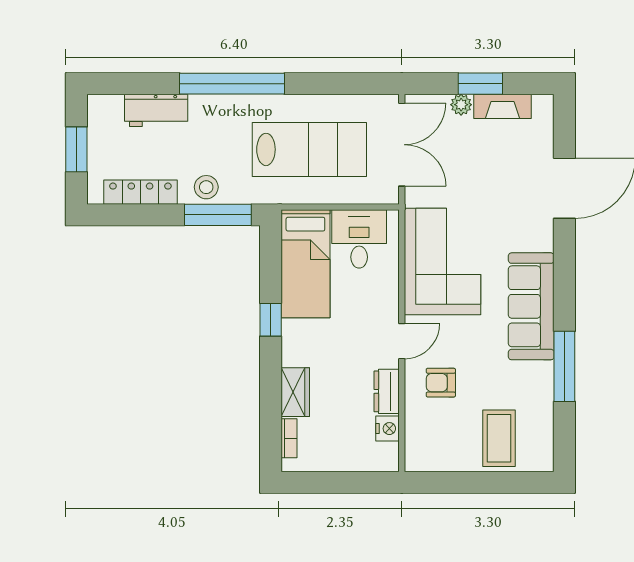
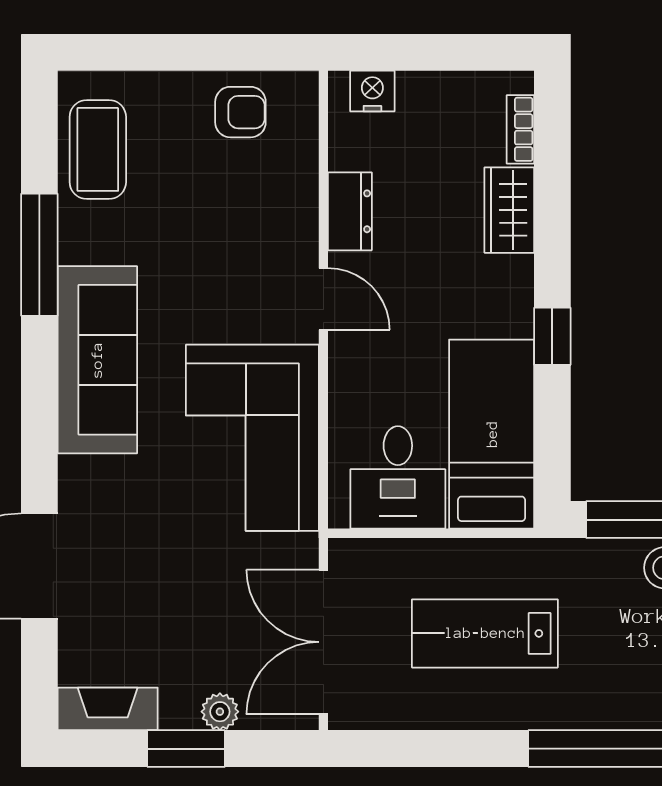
fireplace: (502, 106) -> (108, 709), moved
lab bench: (309, 149) -> (485, 633), width x0.73, depth x0.72
door: (402, 341) -> (323, 299), swing flipped
armchair: (441, 383) -> (240, 112), moved
nightstand: (387, 429) -> (372, 91), moved, turned 90
coffee table: (499, 438) -> (98, 149), moved

